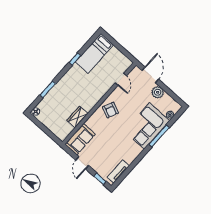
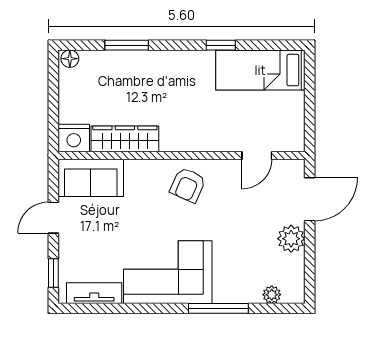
wardrobe: (77, 117) -> (125, 139), width x1.50
corner sofa: (147, 126) -> (168, 272), moved
nightstand: (62, 133) -> (74, 138), added

